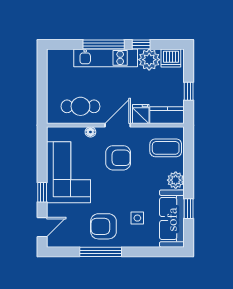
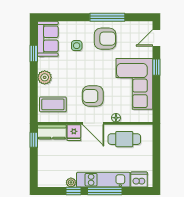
dishwasher: (171, 58) -> (139, 180), moved
plant: (149, 60) -> (71, 182), width x0.53, depth x0.53
window: (189, 91) -> (34, 140), moved
door: (118, 125) -> (93, 123), hinge flipped
sofa: (172, 219) -> (48, 39), width x0.73

